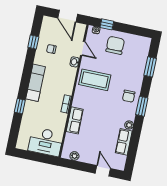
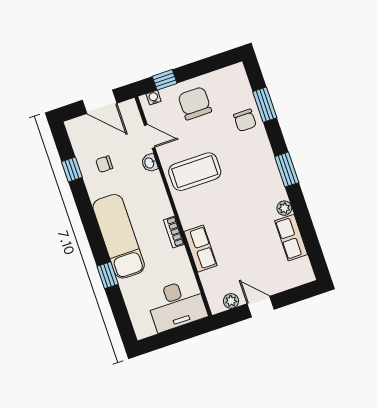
exam couch: (36, 83) -> (119, 236), width x1.36, depth x1.45
chair: (129, 96) -> (245, 120), moved
door: (103, 171) -> (261, 307), moved

